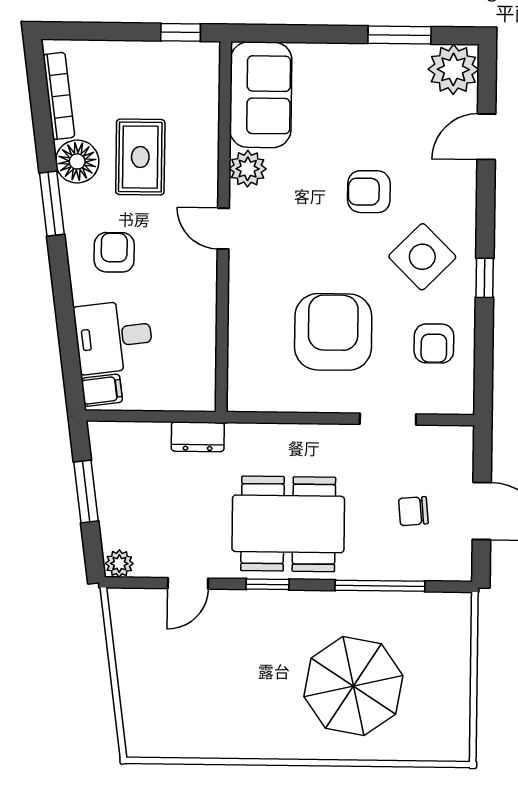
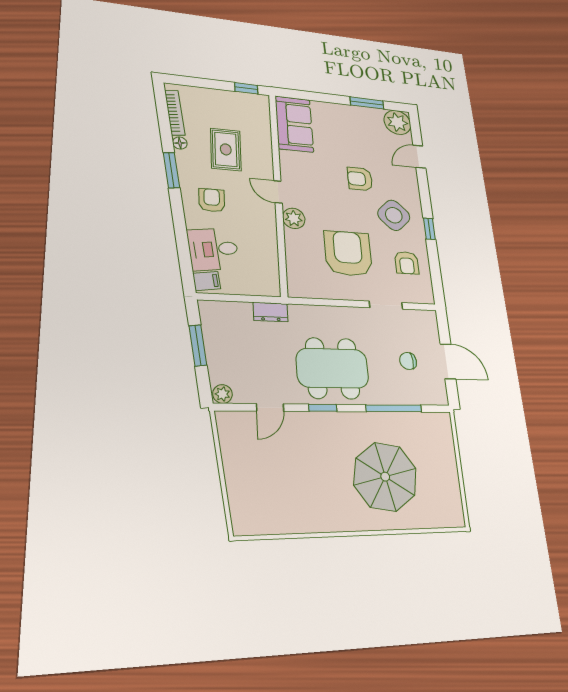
floor lamp: (77, 161) -> (180, 143), width x0.53, depth x0.53
plant: (248, 169) -> (294, 218), moved

